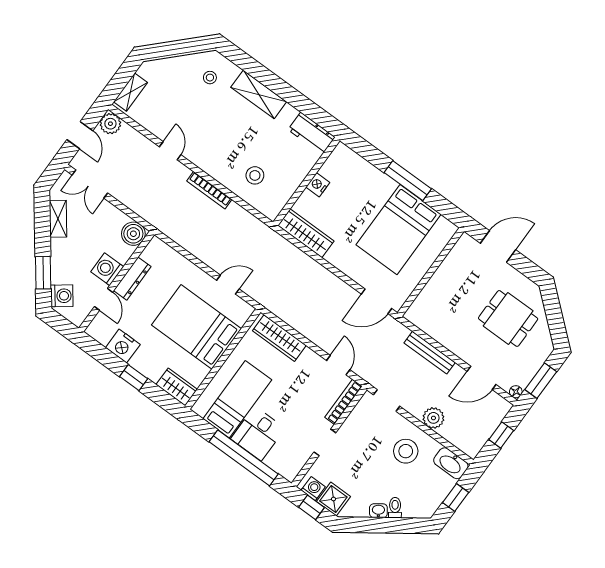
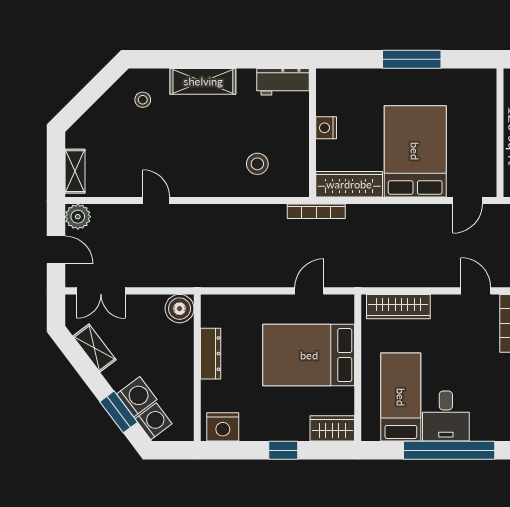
bookcase: (209, 190) -> (316, 211), moved
bed: (398, 230) -> (415, 151), moved, turned 180
washing machine: (107, 269) -> (137, 397), moved, turned 143
door: (104, 299) -> (197, 395), removed
door: (376, 301) -> (468, 200), width x0.73
nightstand: (123, 346) -> (223, 427), moved

